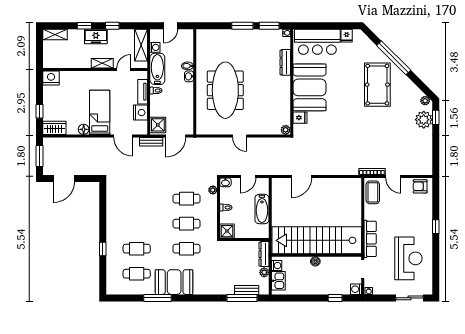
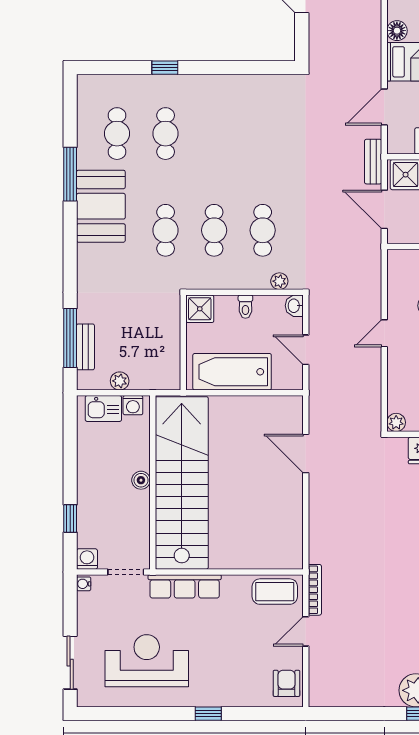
bathtub: (262, 209) -> (232, 372), width x1.36, depth x1.36
dresser: (264, 254) -> (155, 381), removed
reception desk: (408, 258) -> (147, 661), turned 180

